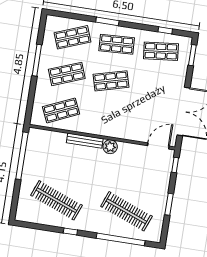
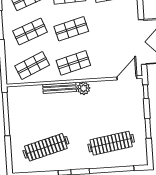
shop shelf: (105, 117) -> (73, 63), added
clothes rail: (56, 200) -> (46, 147), turned -36
clothes rail: (126, 211) -> (111, 143), turned -30

